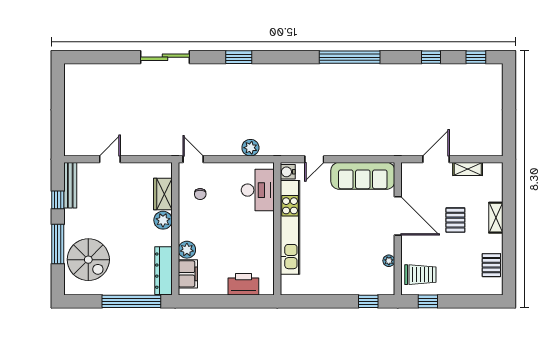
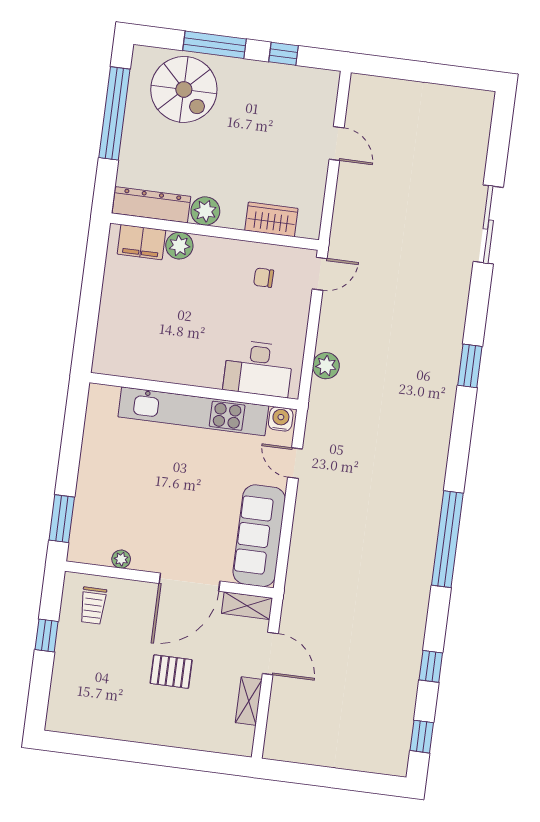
sliding door: (165, 57) -> (488, 225), moved
bench: (70, 185) -> (304, 76), removed
shelving: (496, 218) -> (247, 606), moved
plant: (163, 220) -> (205, 211), moved
spiral stairs: (88, 260) -> (184, 89), turned -90
pallet: (491, 265) -> (93, 719), removed
trolley: (420, 275) -> (93, 606), width x0.73, depth x0.72
printer: (243, 284) -> (114, 327), removed
window: (131, 301) -> (114, 113), moved
window: (368, 301) -> (62, 519), width x1.50
window: (428, 301) -> (47, 635), moved

